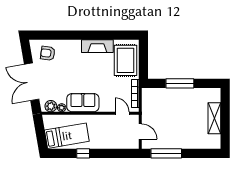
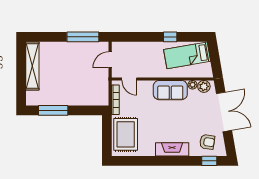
window: (46, 35) -> (209, 161), added
fireplace: (97, 46) -> (172, 149), moved
window: (180, 83) -> (53, 110), moved
shelving: (214, 118) -> (32, 66), width x1.47
door: (140, 132) -> (110, 60), hinge flipped

